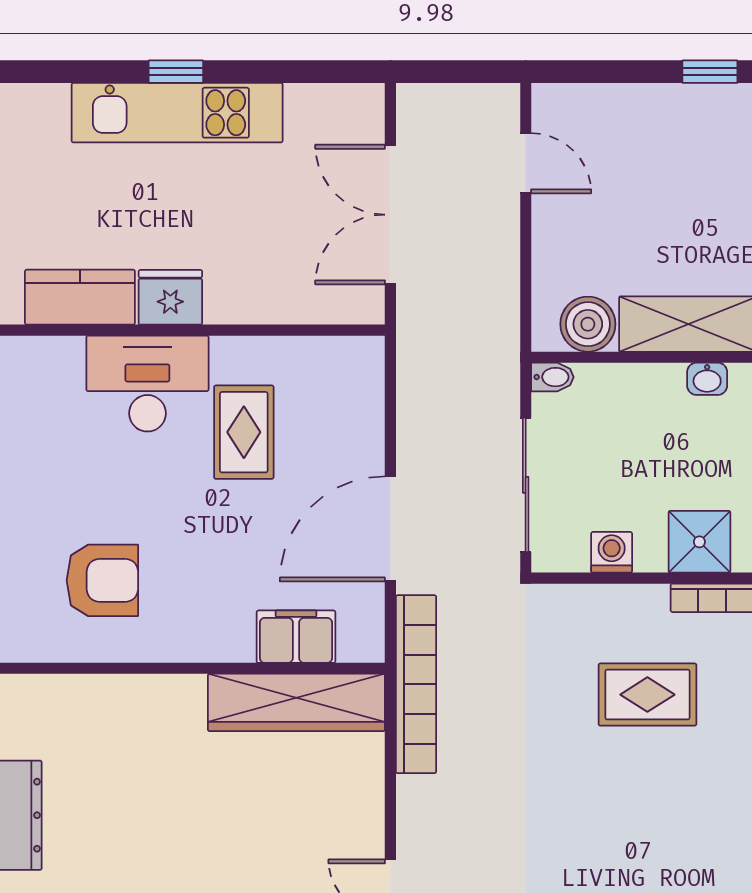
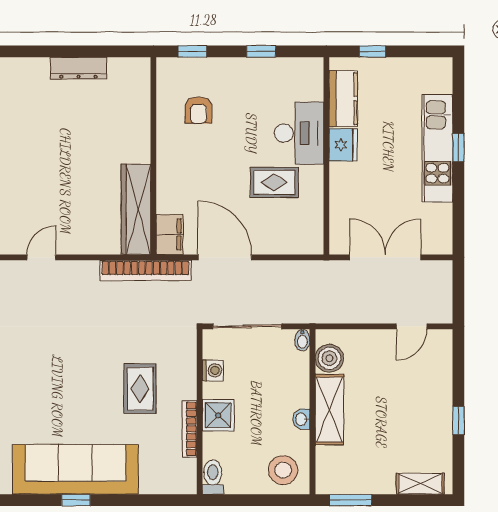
armchair: (102, 580) -> (198, 110), width x0.72, depth x0.72
filing cabinet: (296, 637) -> (170, 234), moved

